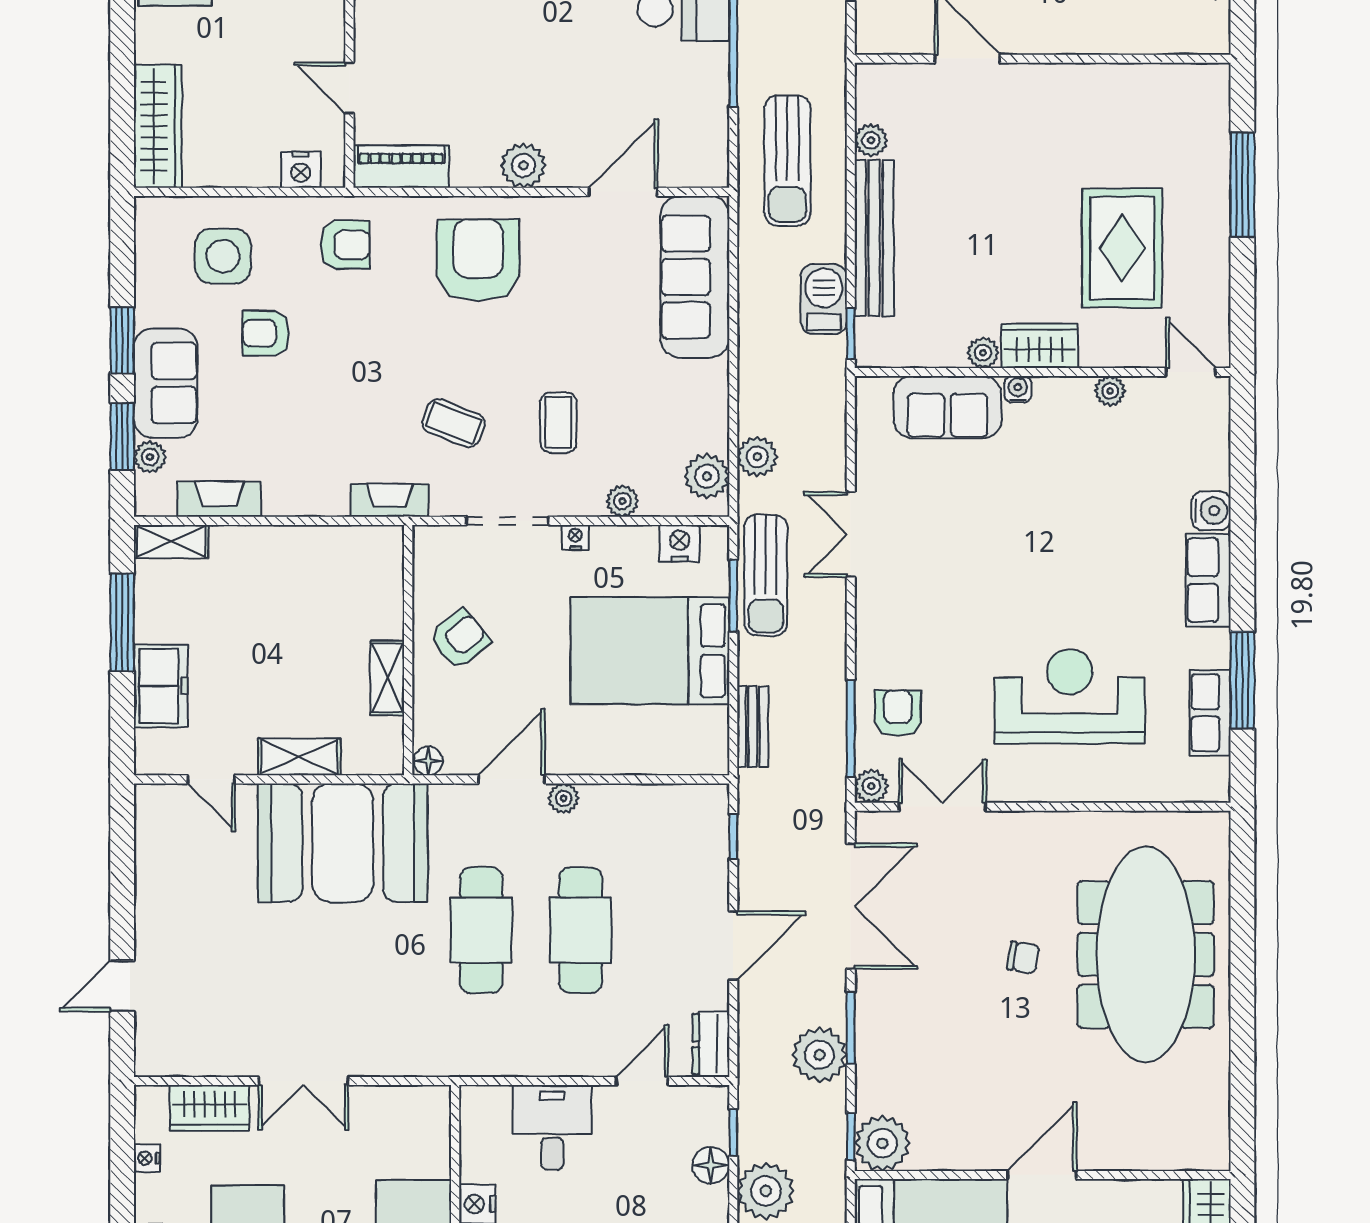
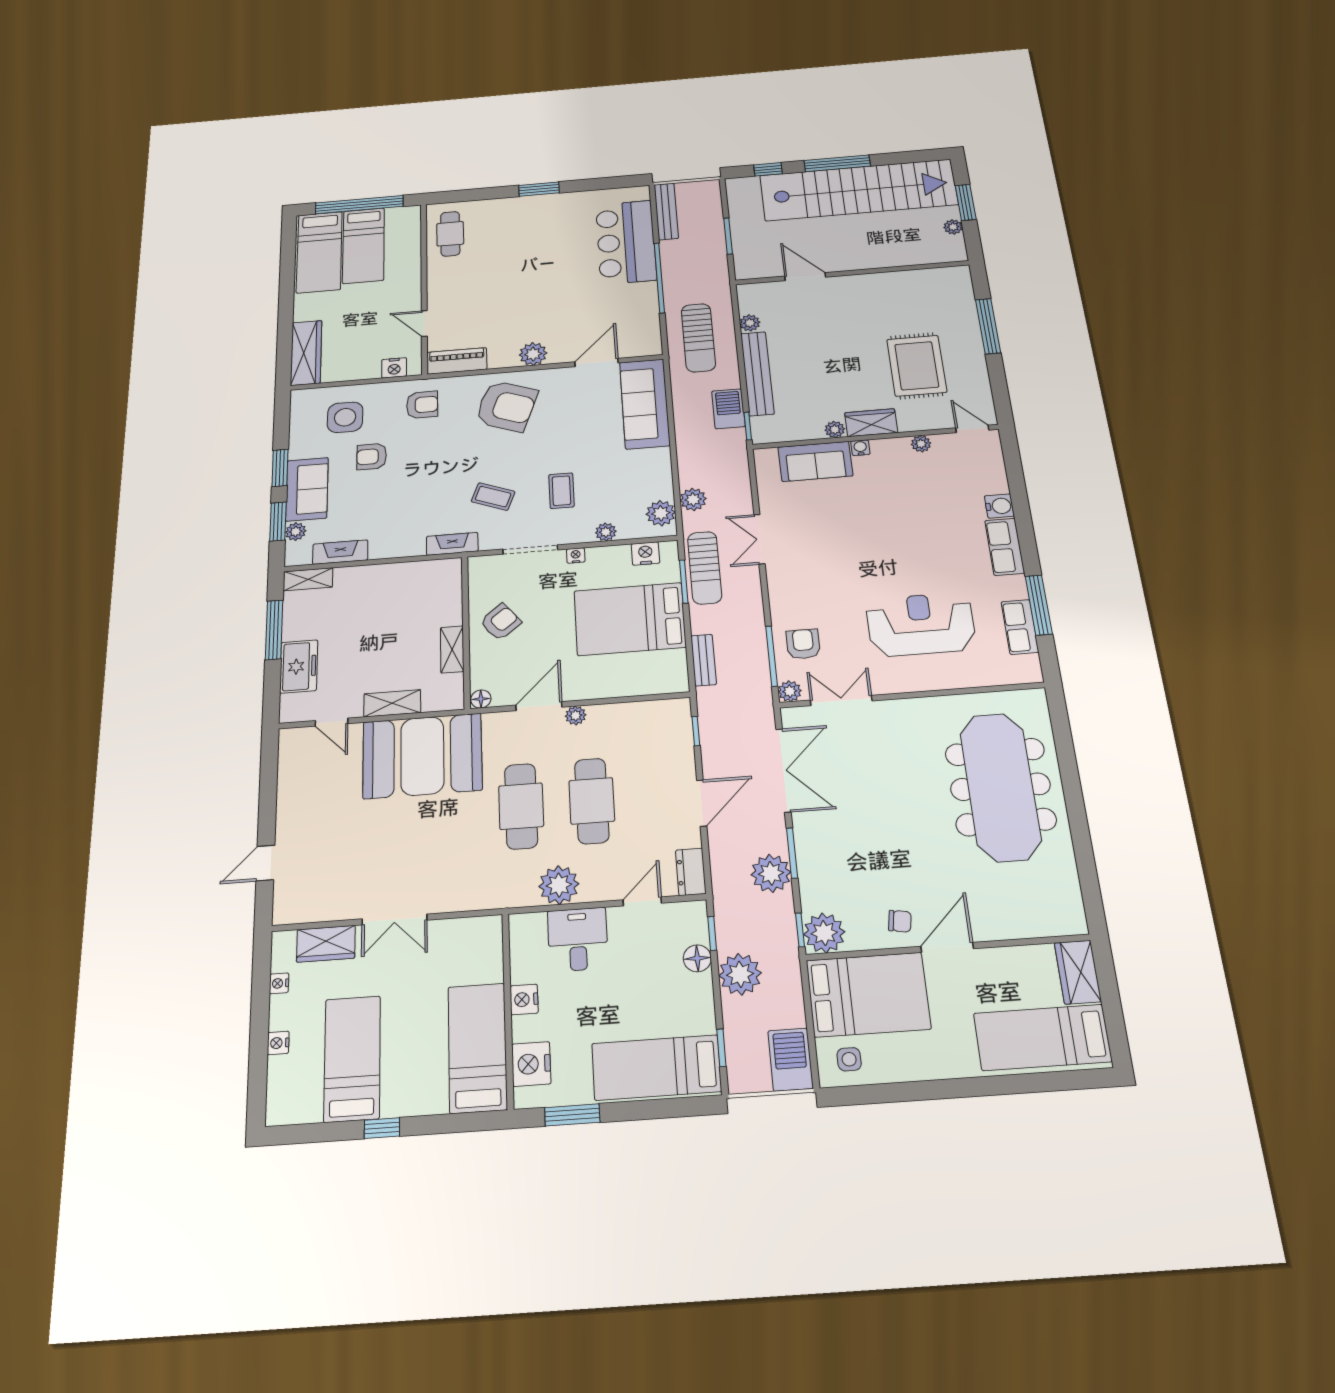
armchair: (478, 260) -> (506, 406), turned 110
chair: (1023, 957) -> (900, 921), moved
plant: (530, 1049) -> (559, 885), added

